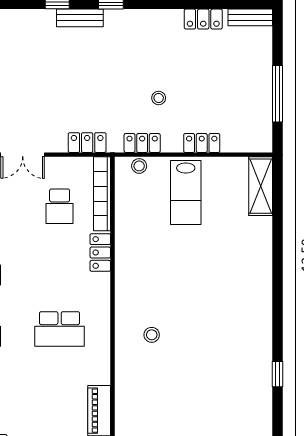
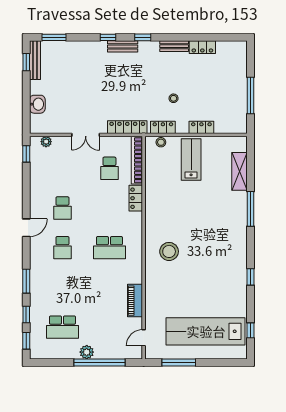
bench: (250, 17) -> (174, 46), moved
locker: (87, 143) -> (127, 127), width x1.53
shelving: (261, 186) -> (240, 171), moved
lab bench: (186, 193) -> (191, 159), turned 180
window: (278, 269) -> (250, 209), added
stool: (152, 335) -> (169, 251), width x1.89, depth x1.89

